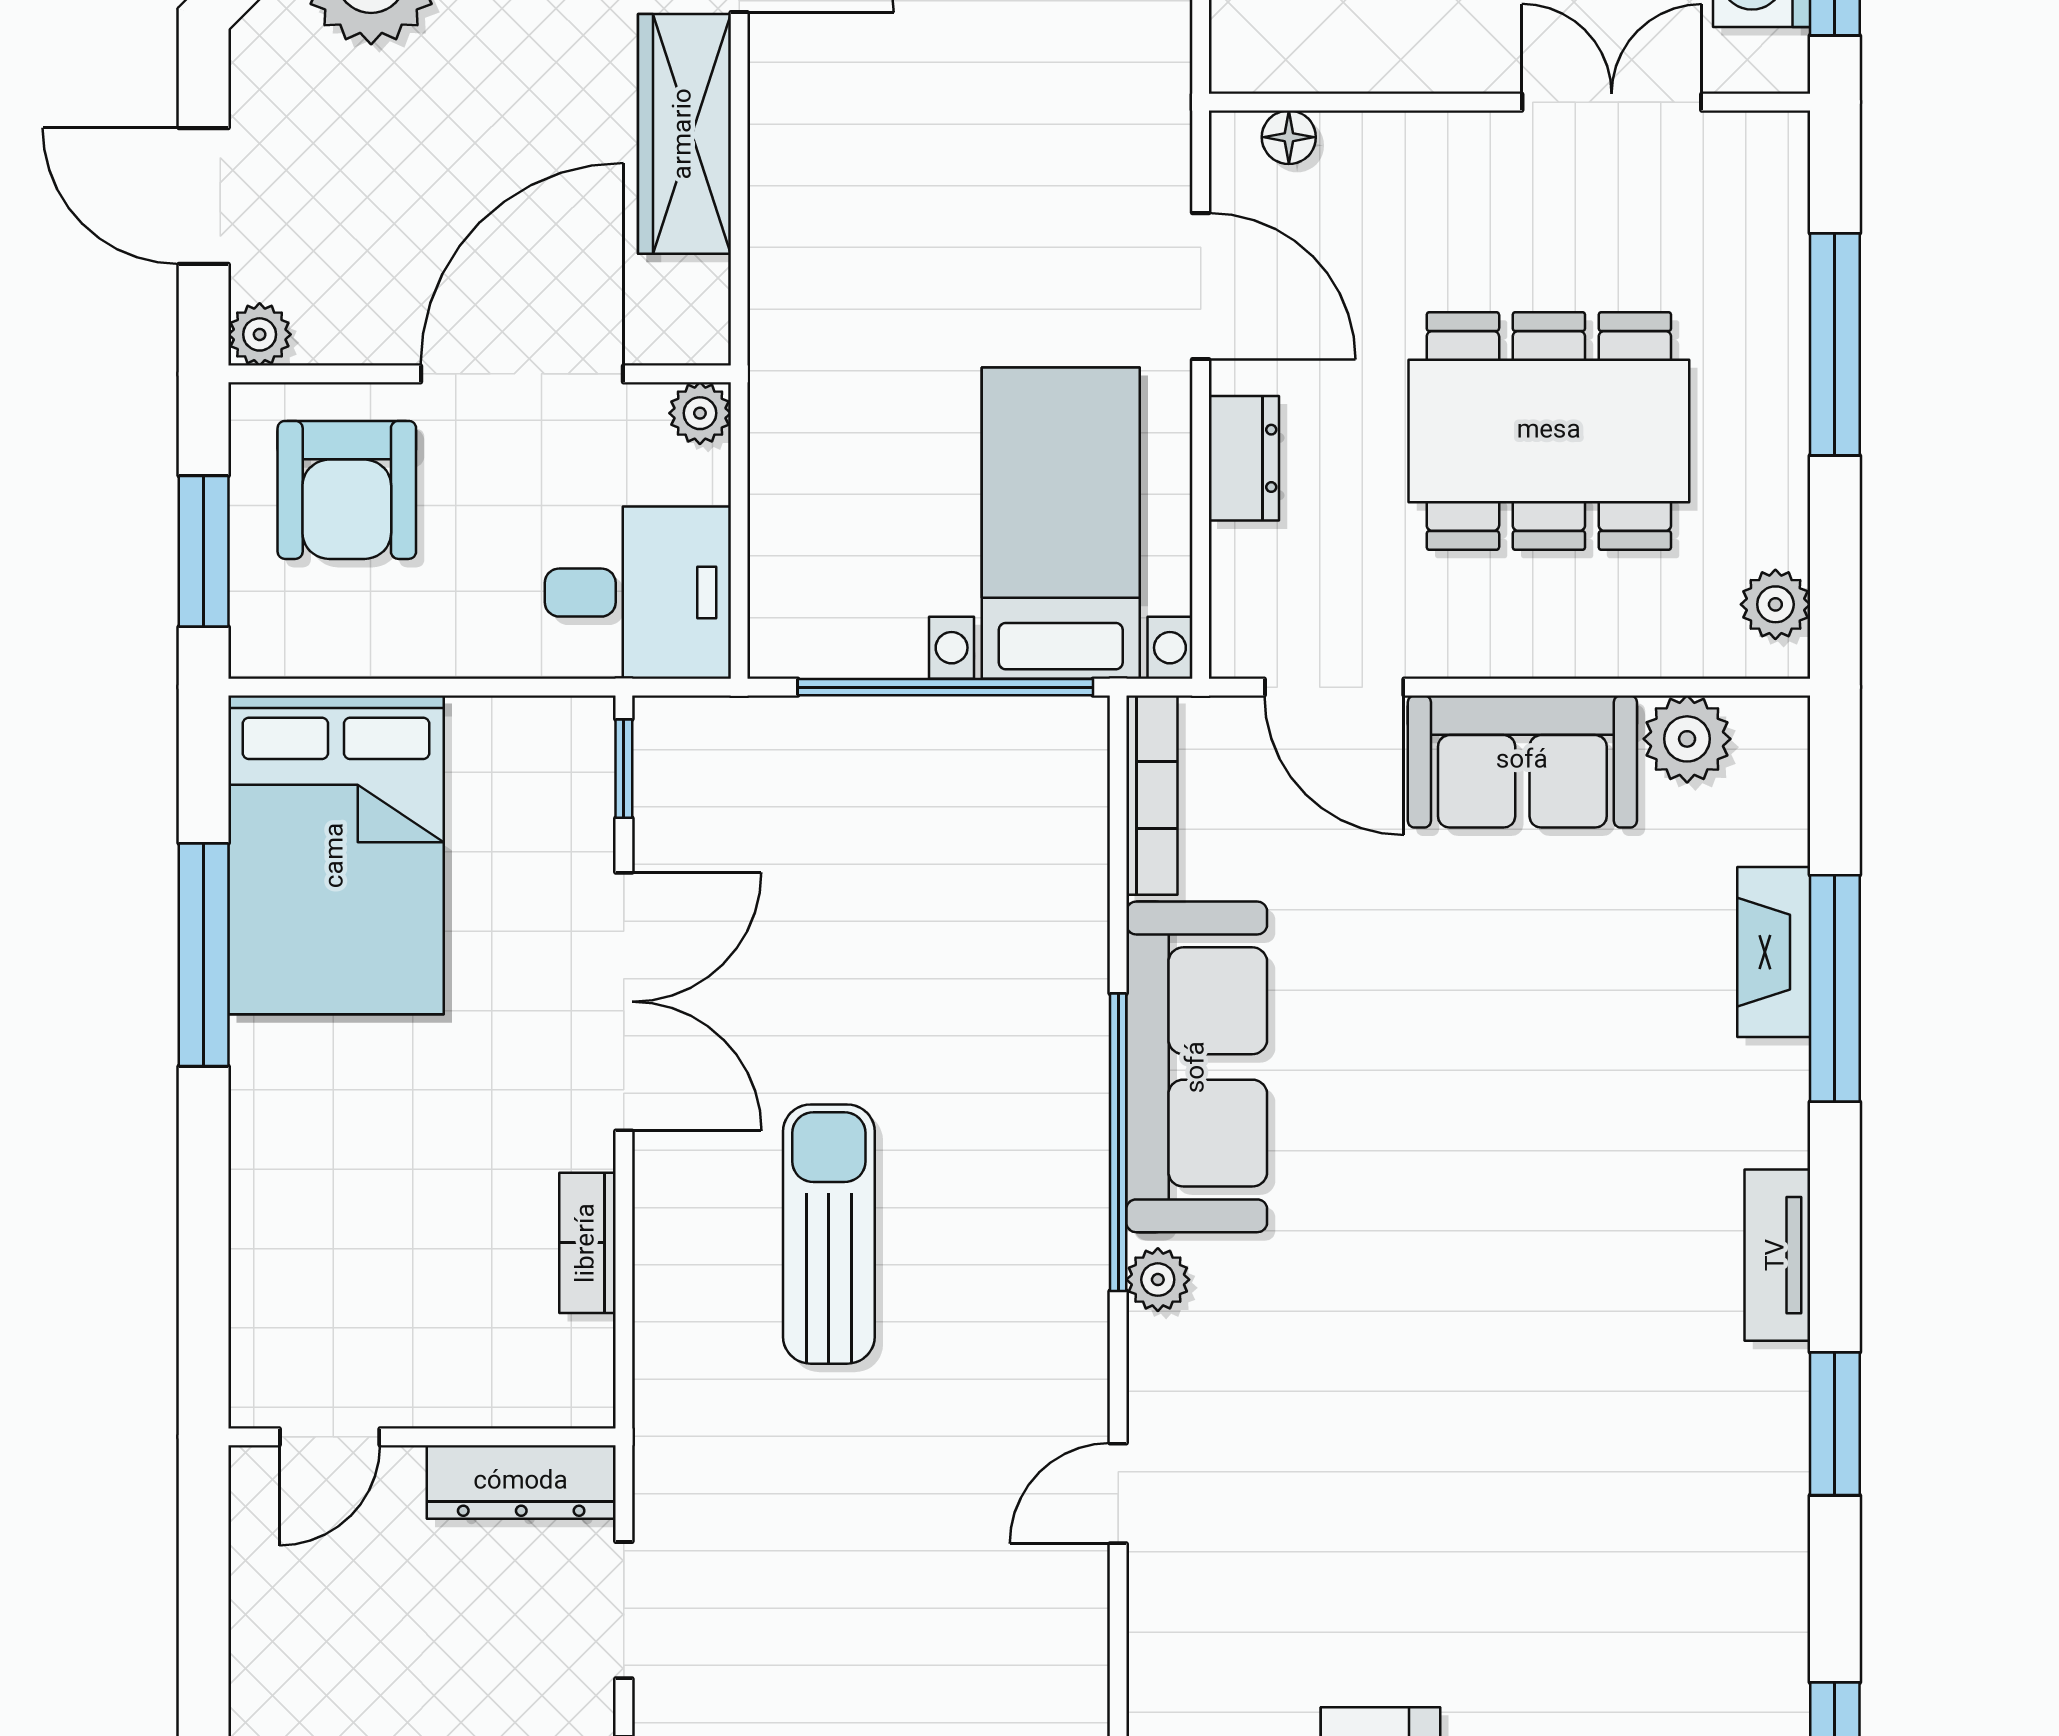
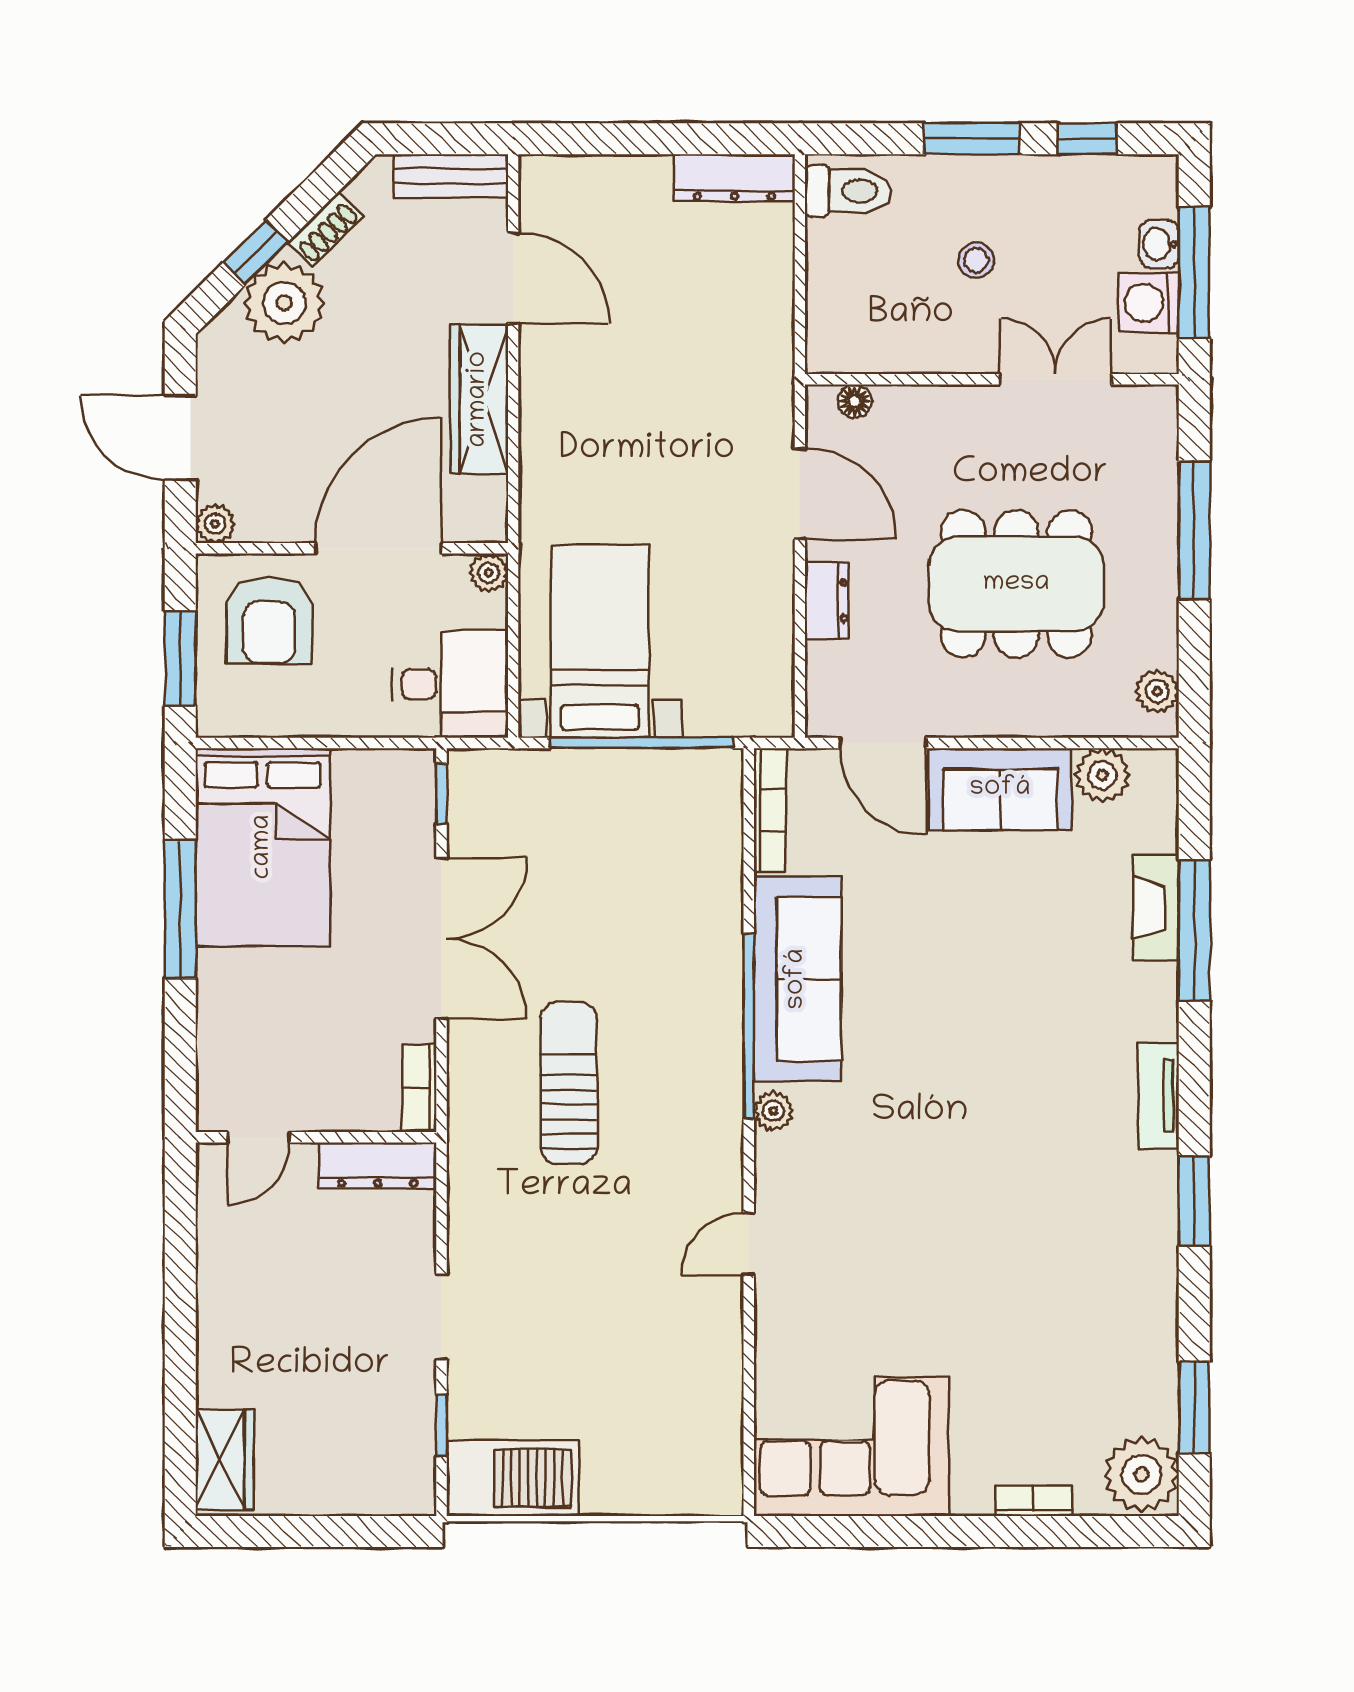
bed with nightstands: (1061, 523) -> (600, 641), moved
door: (330, 1437) -> (259, 1137), moved
wall: (422, 1437) -> (316, 1137), moved
dresser: (521, 1482) -> (378, 1165), moved

